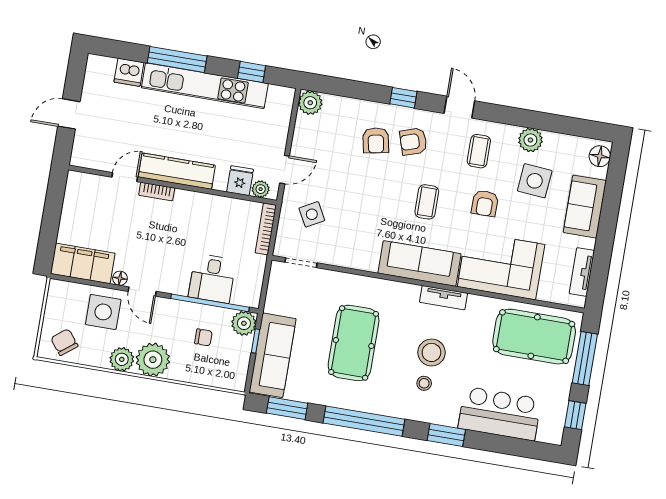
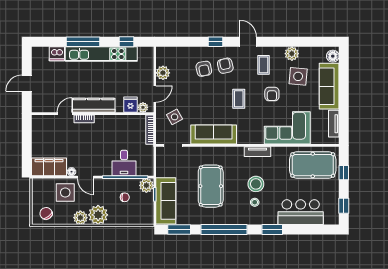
plant: (310, 103) -> (163, 73), moved
armchair: (413, 141) -> (225, 66), turned 95
sofa: (585, 207) -> (329, 86), width x1.36
sofa: (419, 263) -> (214, 134), moved
window: (585, 358) -> (344, 173), width x0.46

